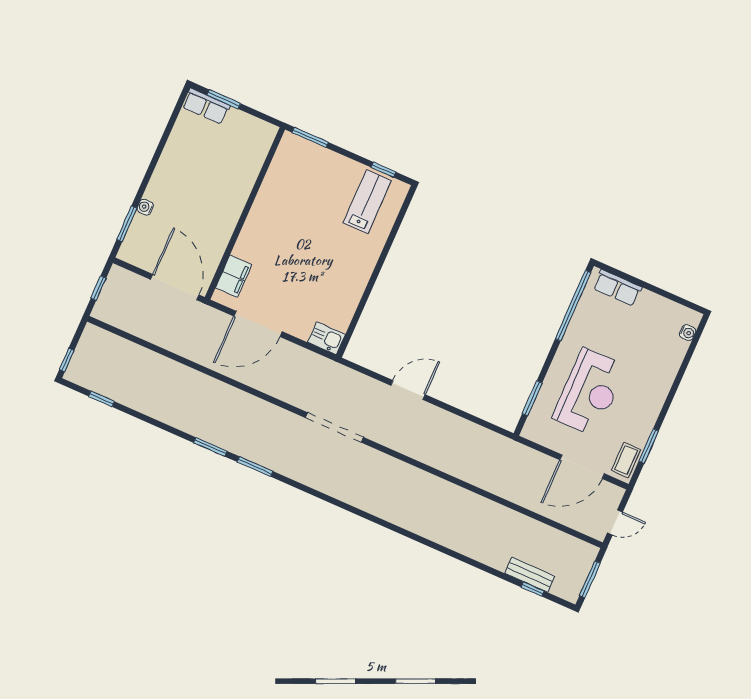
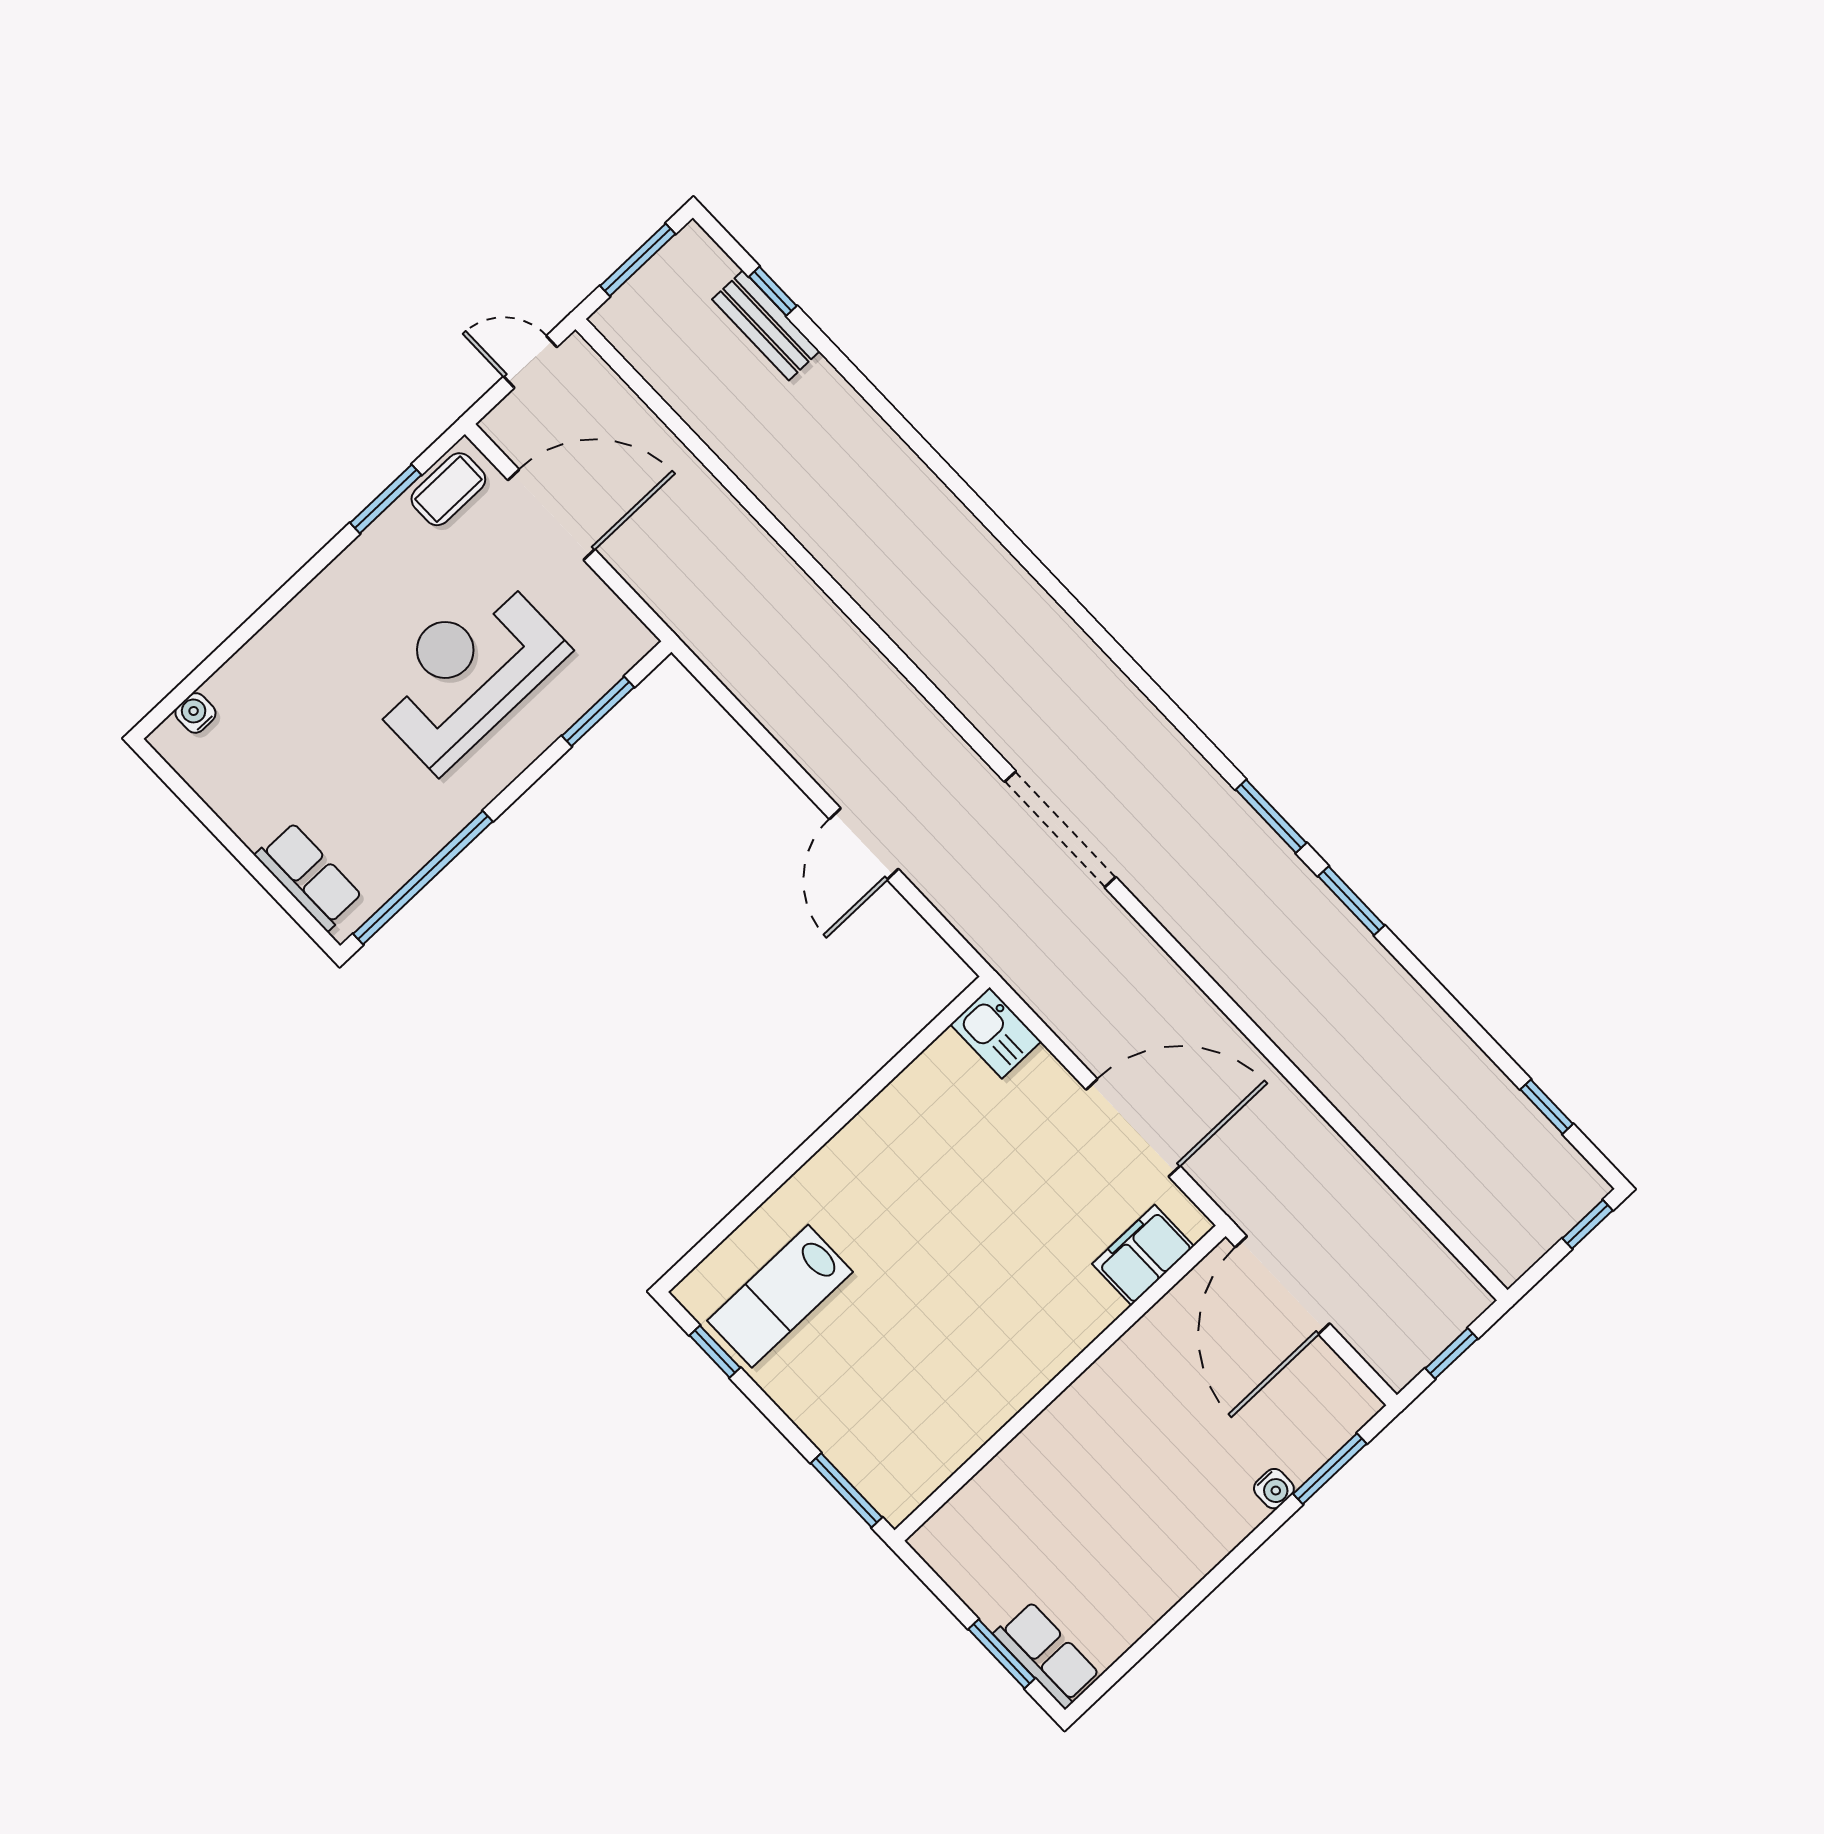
door: (408, 390) -> (864, 844), hinge flipped

